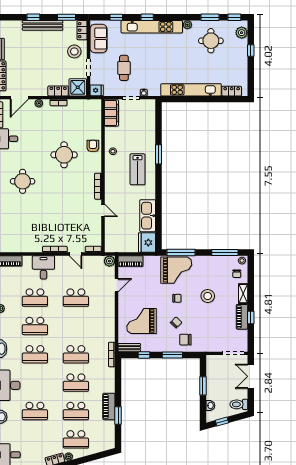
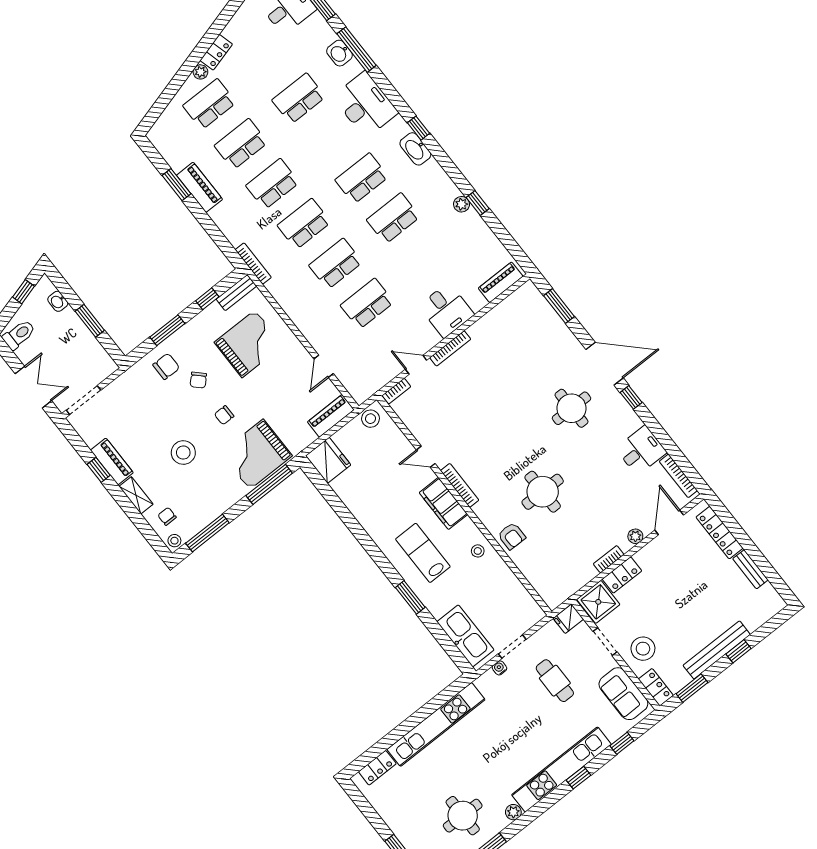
filing cabinet: (111, 113) -> (443, 503), moved
kitchen sink: (148, 216) -> (465, 636), moved
stool: (114, 246) -> (371, 419), added
plant: (109, 261) -> (360, 392), removed
school desk: (35, 298) -> (336, 264), moved

